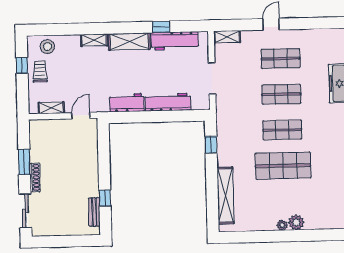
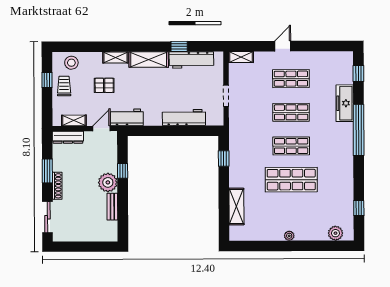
pallet: (83, 70) -> (104, 85), added
doorway: (212, 78) -> (226, 96), width x0.73
workbench: (127, 103) -> (127, 117), moved
dresser: (45, 126) -> (68, 137), added
plant: (89, 173) -> (108, 182), added
shelving: (226, 195) -> (236, 207), width x0.68
window: (105, 198) -> (123, 171), moved
bench: (94, 212) -> (112, 207), moved
plant: (296, 222) -> (335, 233), moved

